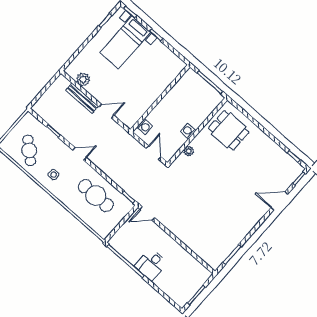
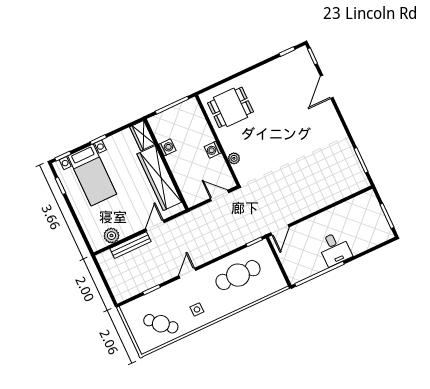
wardrobe: (175, 69) -> (142, 136), added
wardrobe: (146, 98) -> (159, 178), added
washing machine: (145, 127) -> (167, 147), moved

